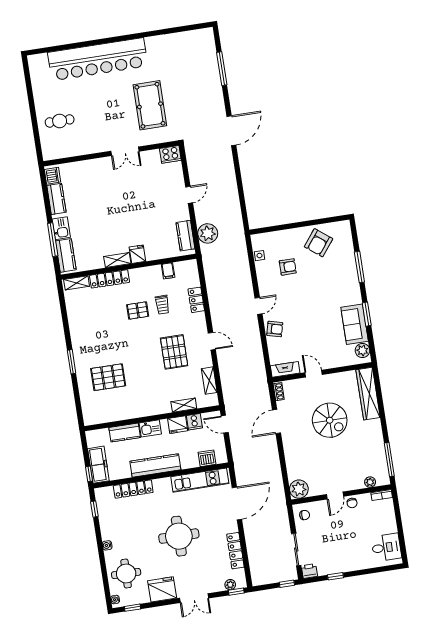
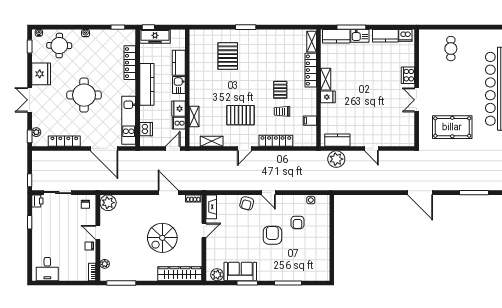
cooker: (170, 154) -> (408, 75), moved
armchair: (319, 243) -> (272, 235), moved, turned 52
locker: (196, 300) -> (276, 141), width x1.53

